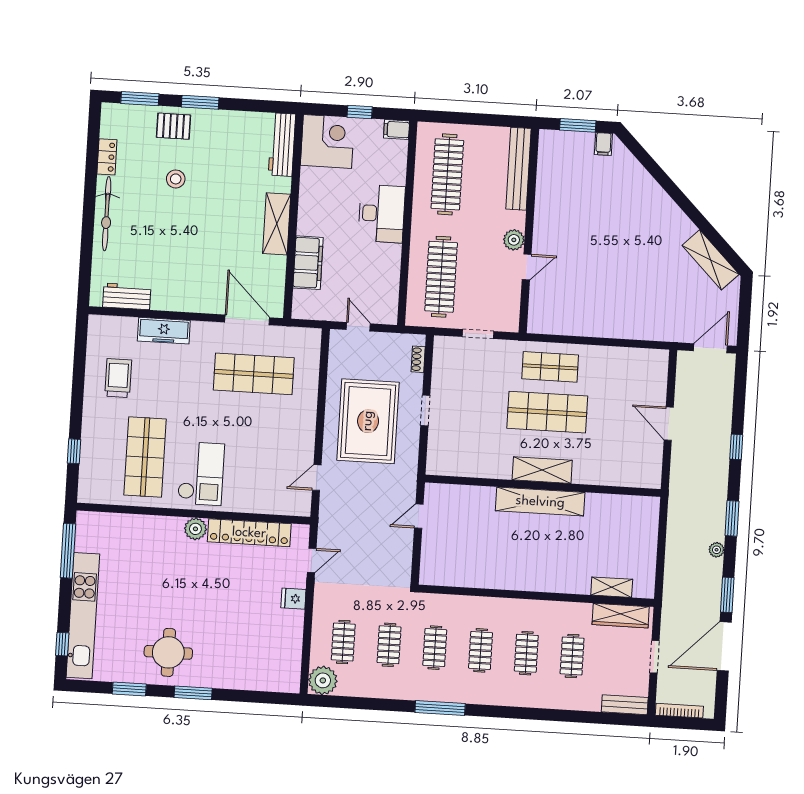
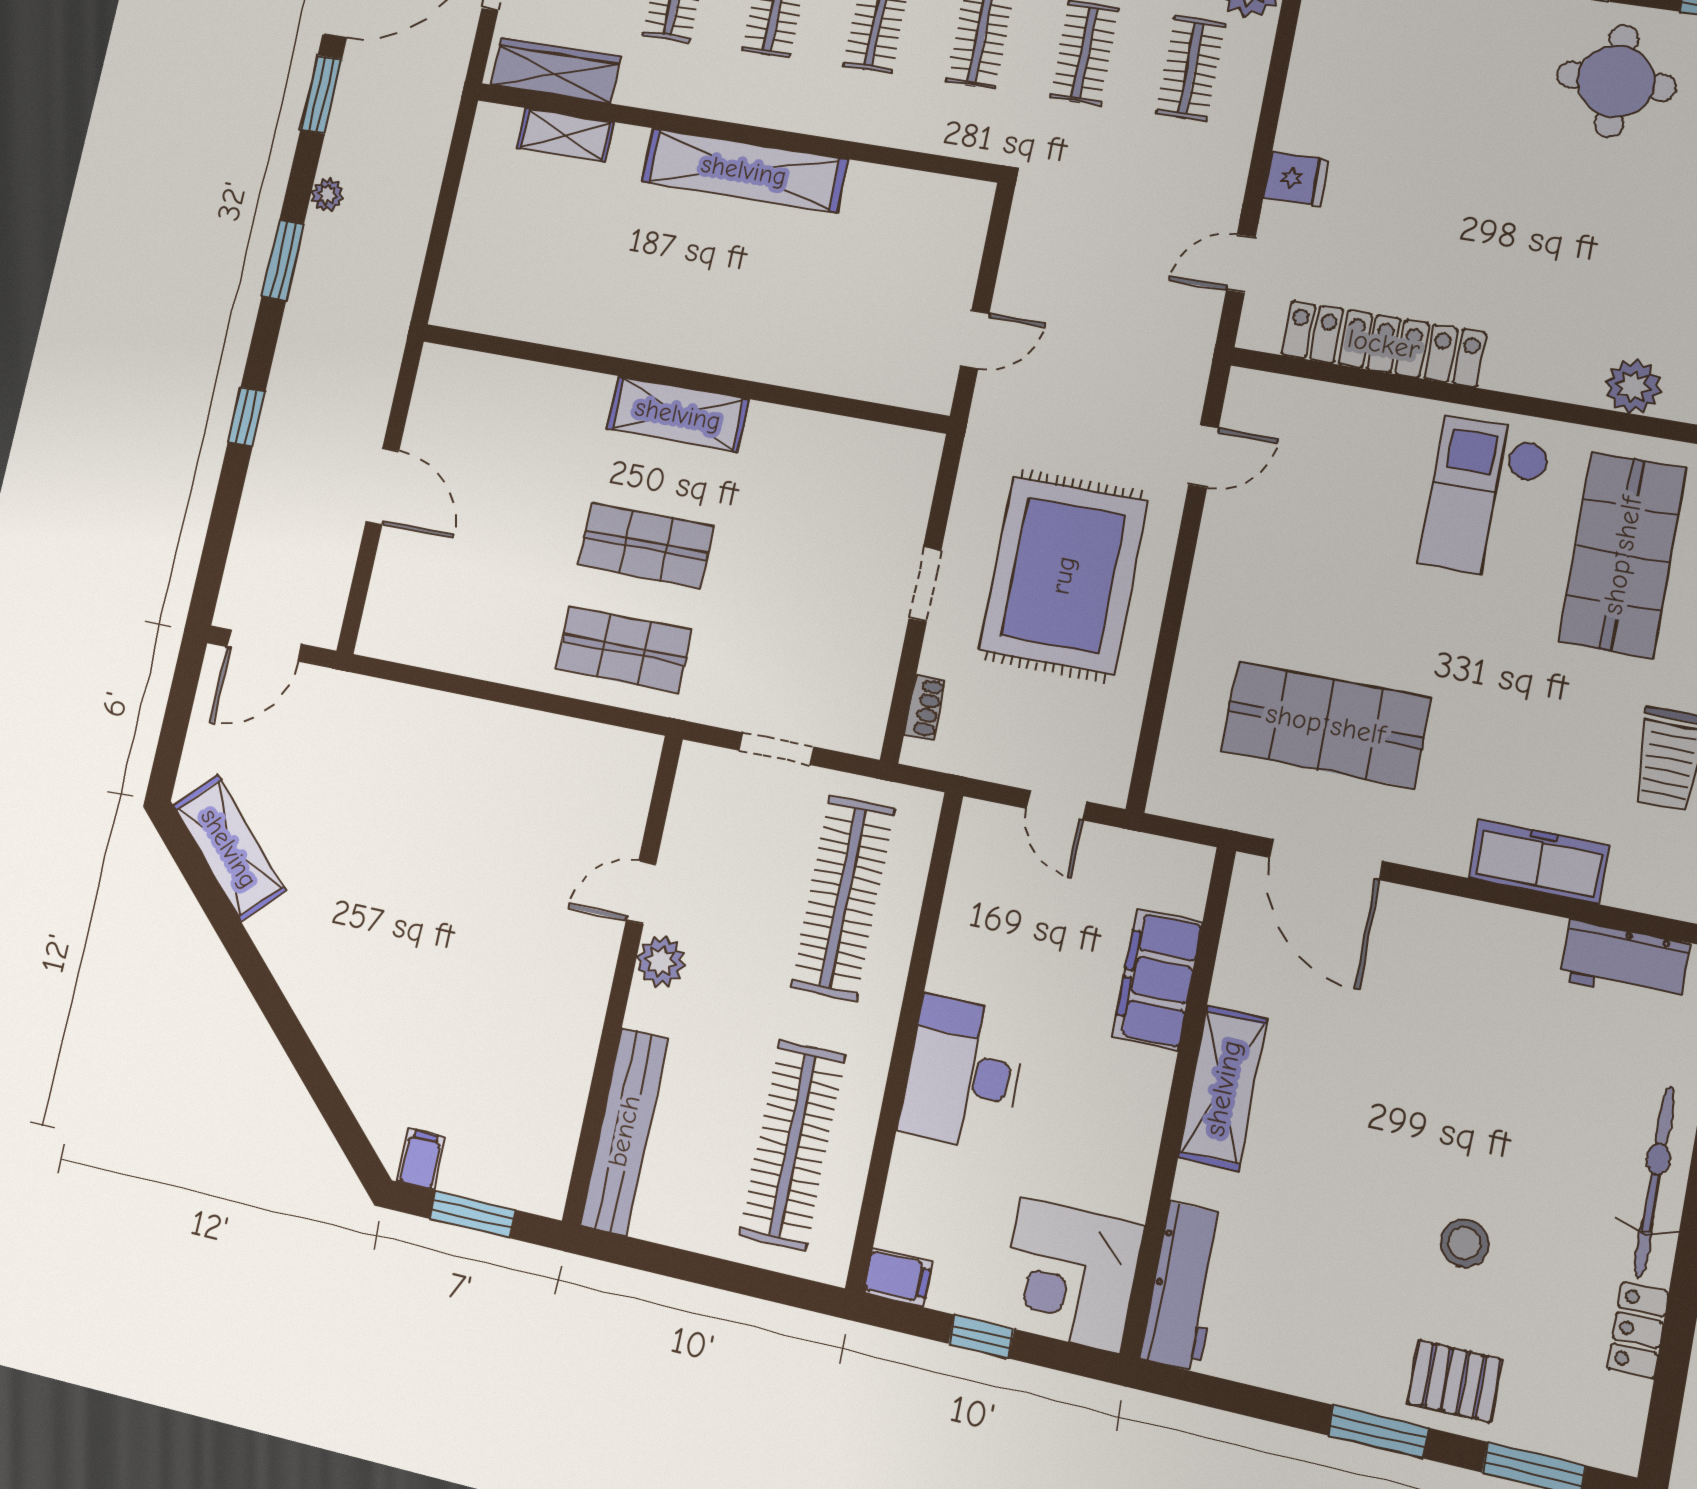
shop shelf: (547, 412) -> (646, 545), width x0.70, depth x0.74
shelving: (540, 502) -> (744, 170), moved
plant: (195, 529) -> (1633, 386), moved

